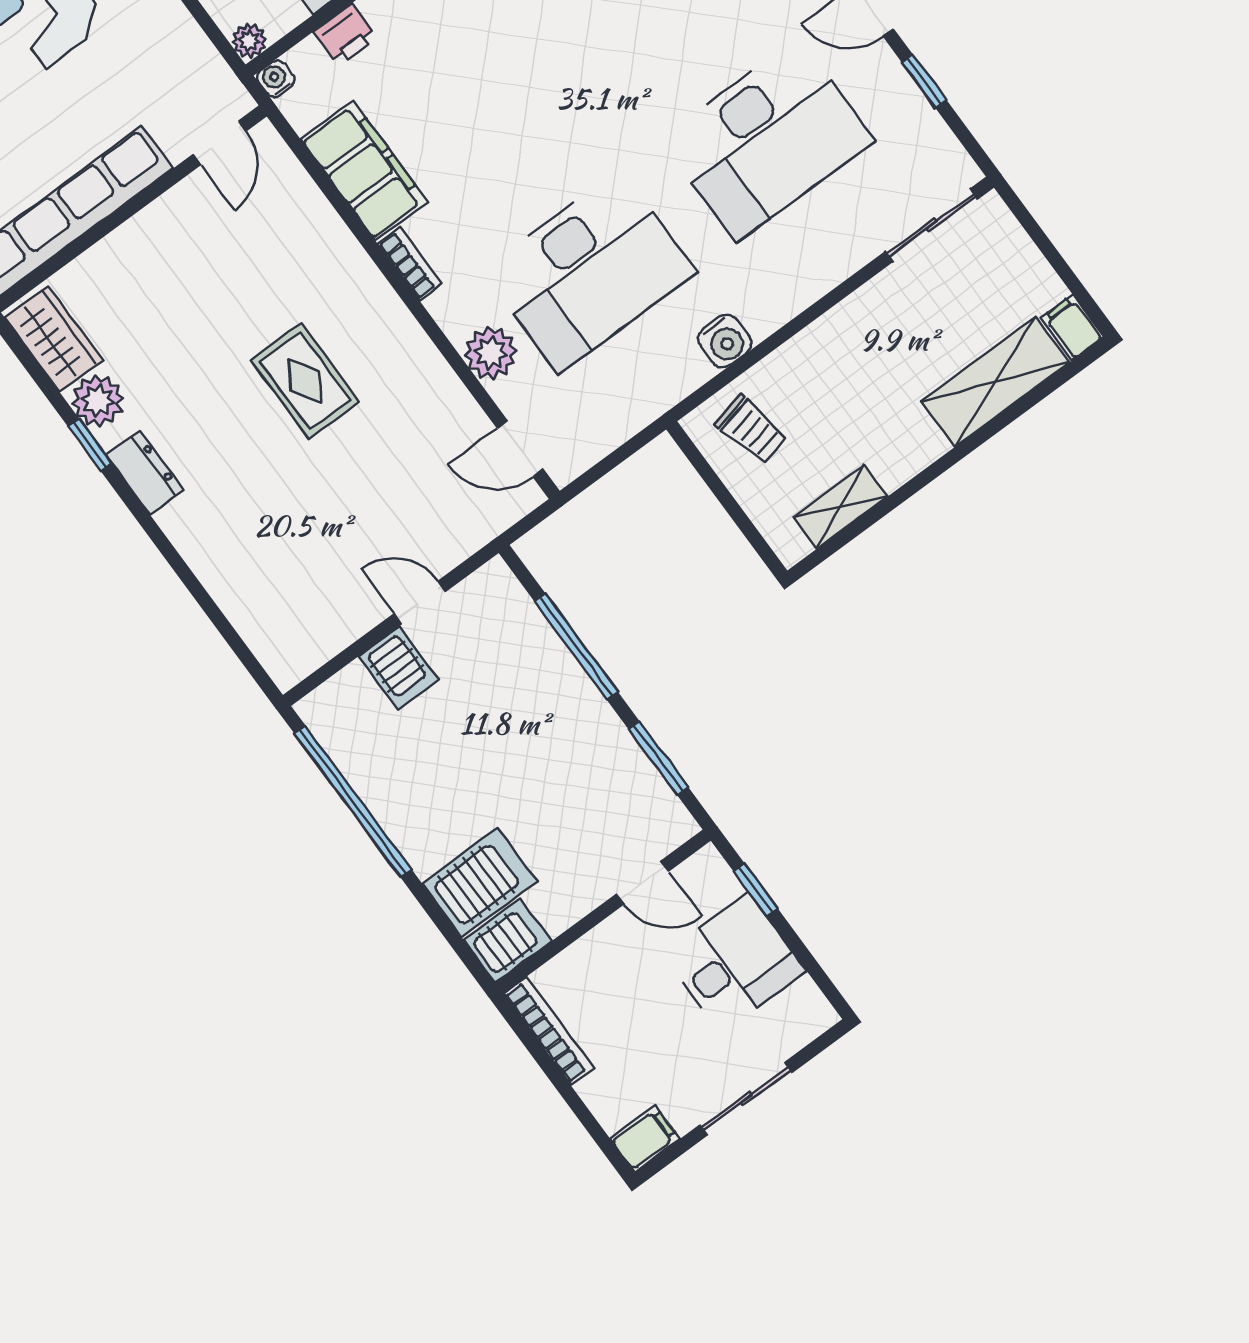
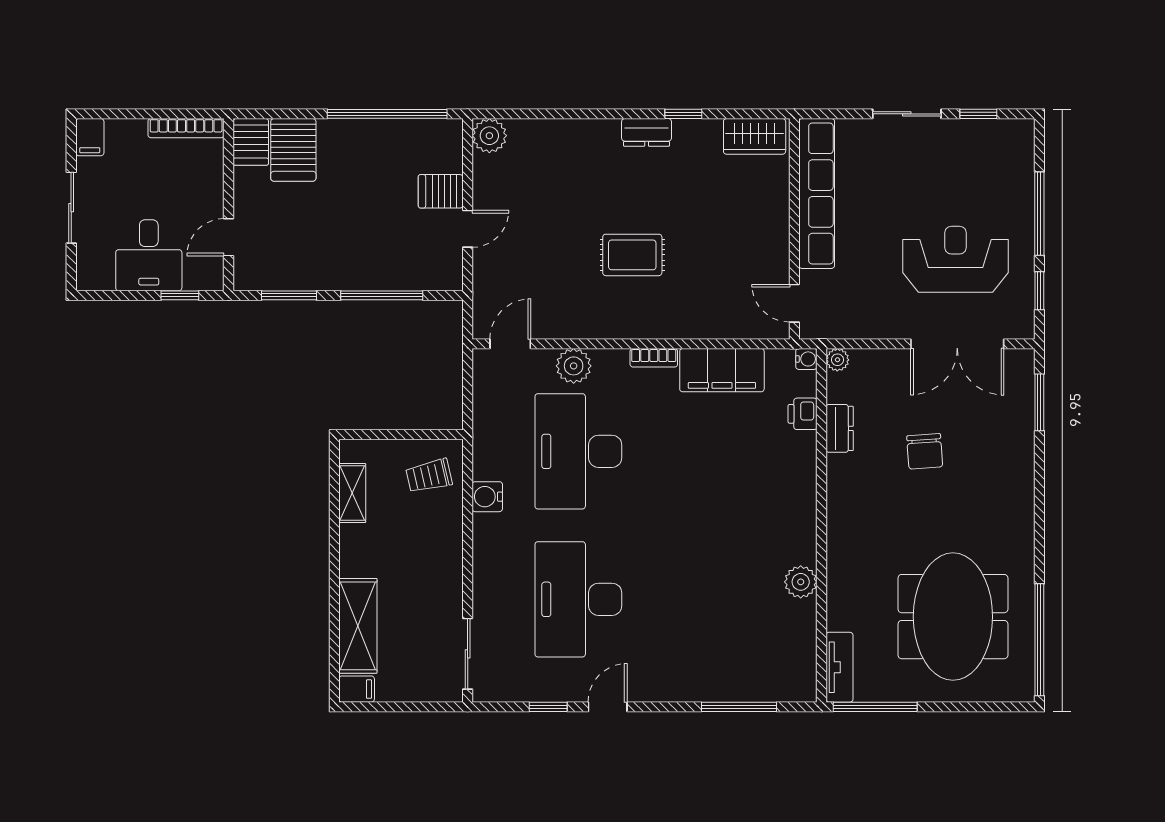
plant: (98, 401) -> (489, 136), moved

